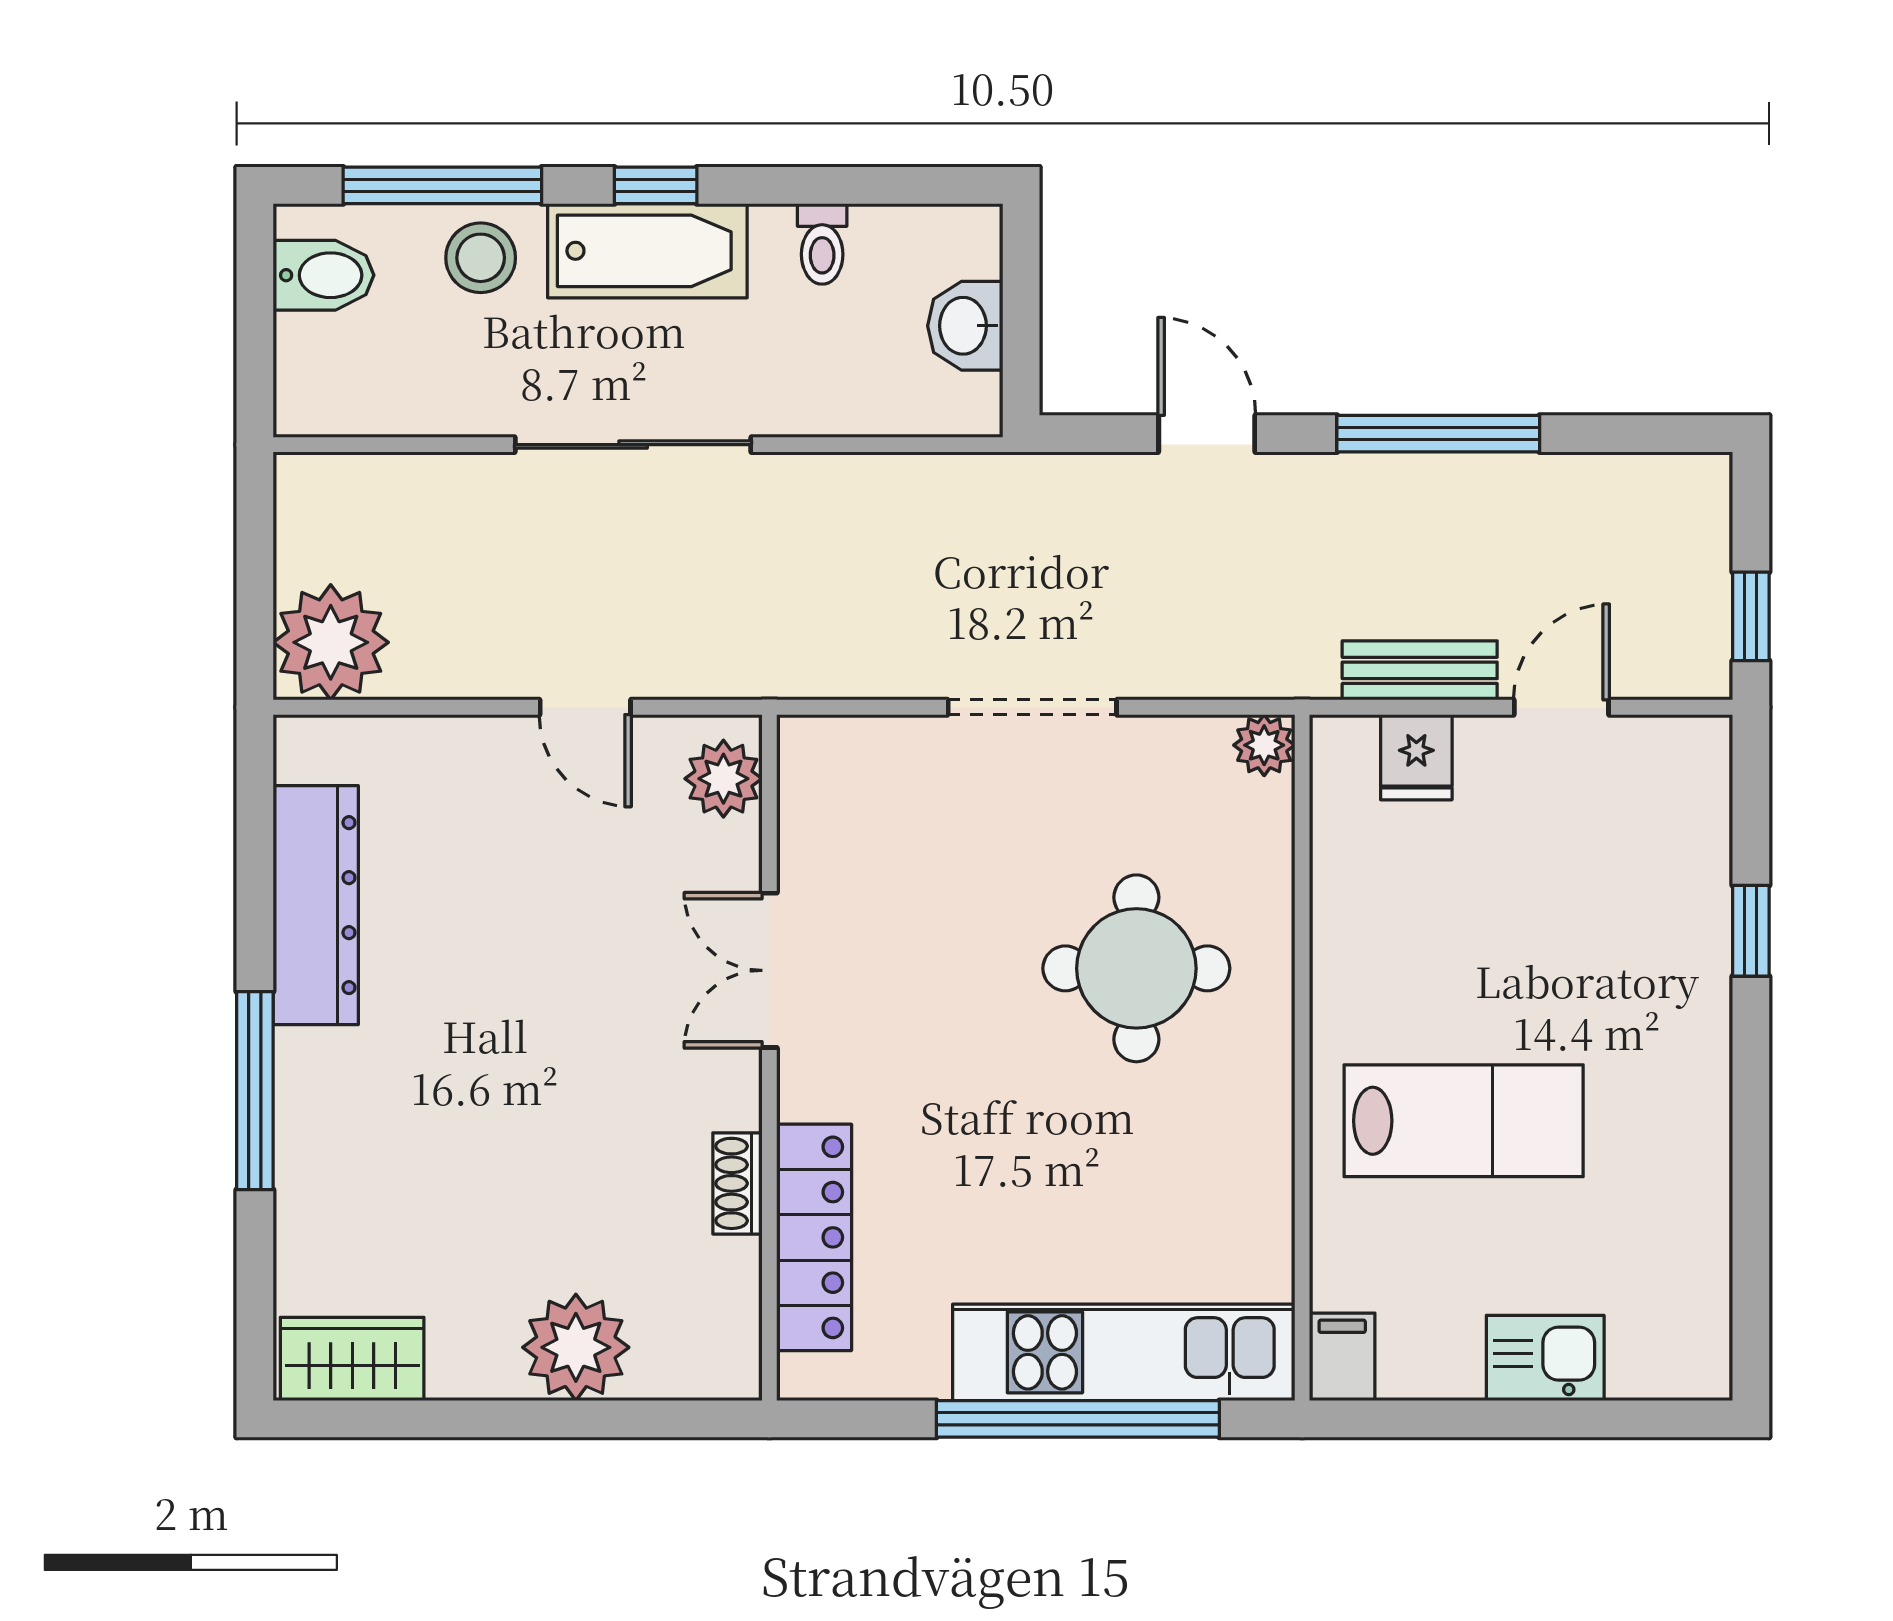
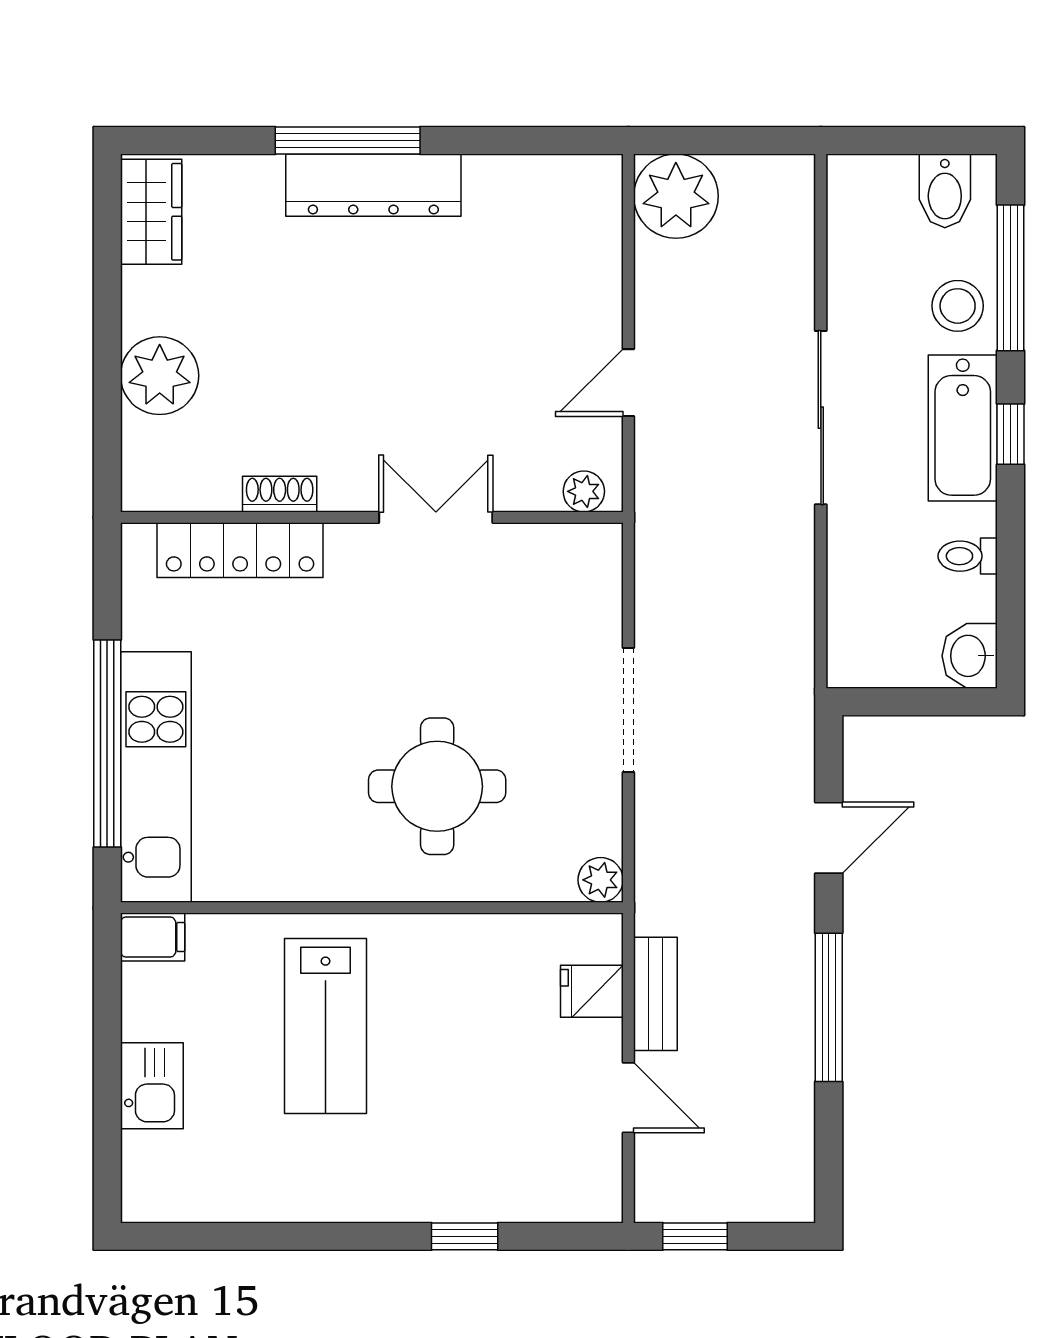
washbasin: (965, 326) -> (970, 656), moved, turned -90
plant: (723, 779) -> (584, 491), width x0.73, depth x0.73
dresser: (316, 905) -> (373, 185), moved

